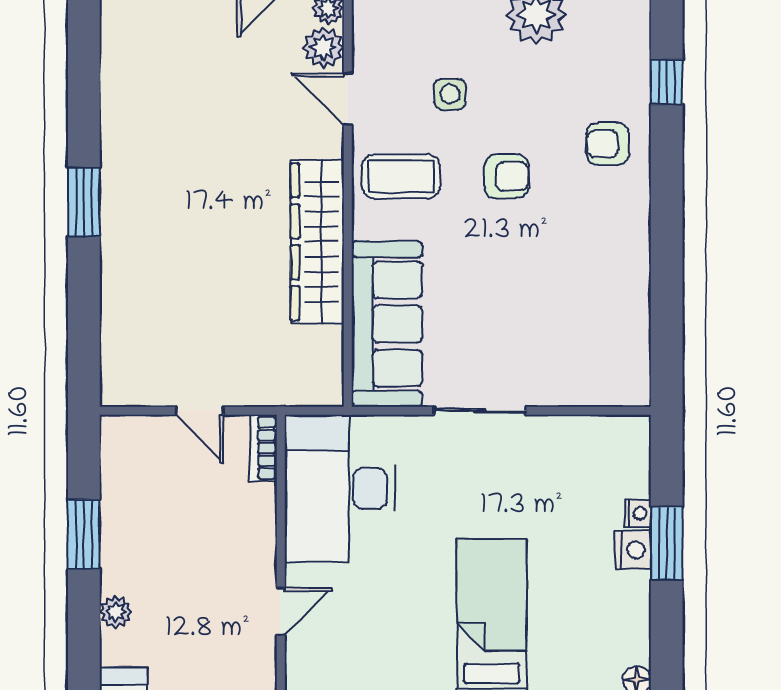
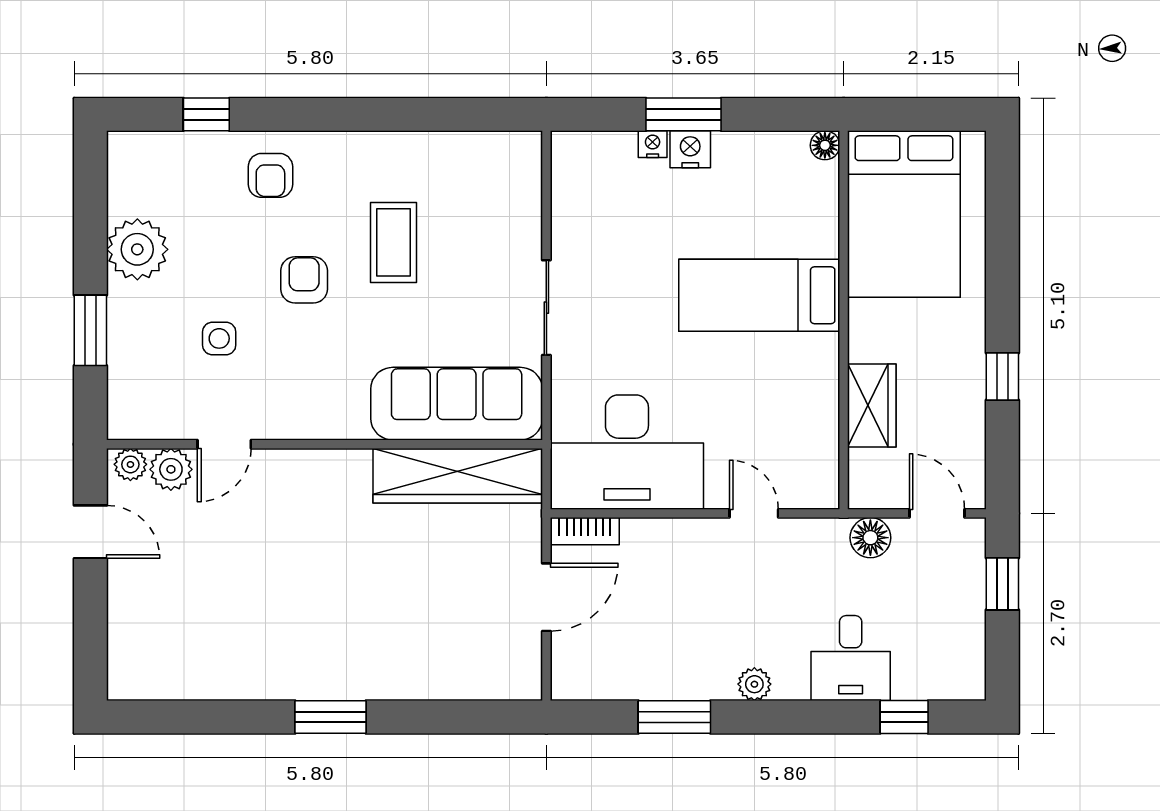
coffee table: (401, 176) -> (393, 242), moved
wardrobe: (317, 242) -> (458, 476), moved
door: (200, 411) -> (546, 597), width x1.38

